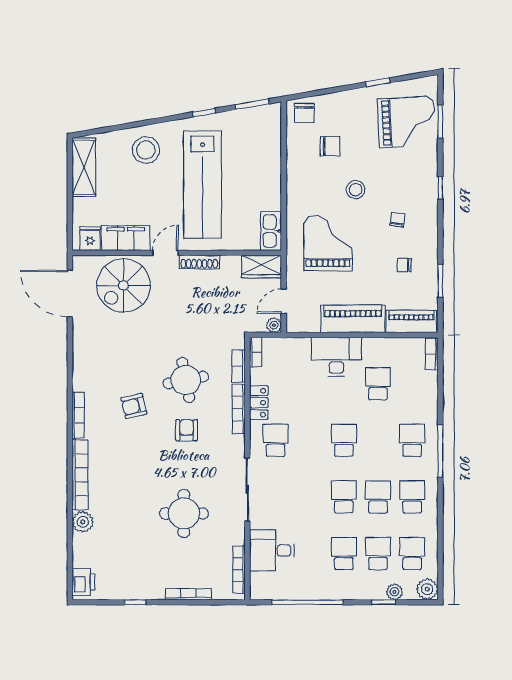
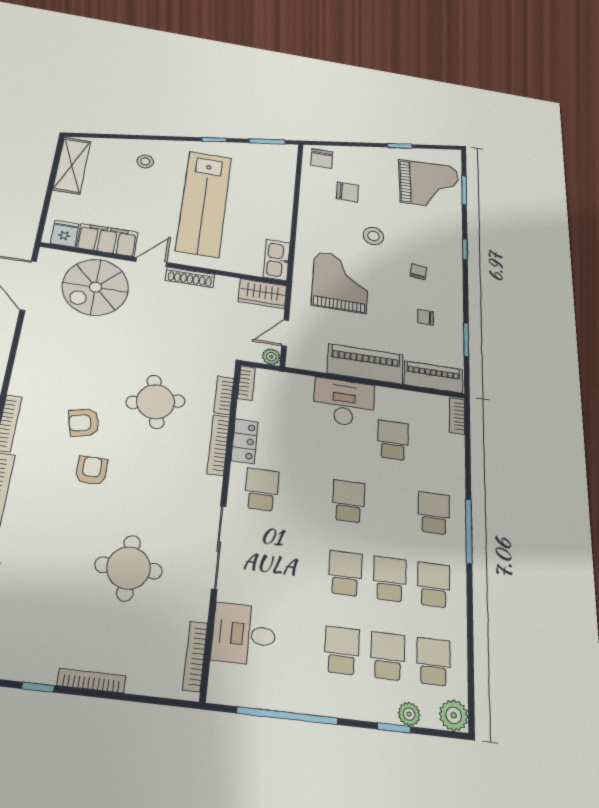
stool: (146, 150) -> (145, 161), width x0.53, depth x0.53
armchair: (187, 430) -> (92, 471), moved
bookcase: (189, 594) -> (92, 681), moved

